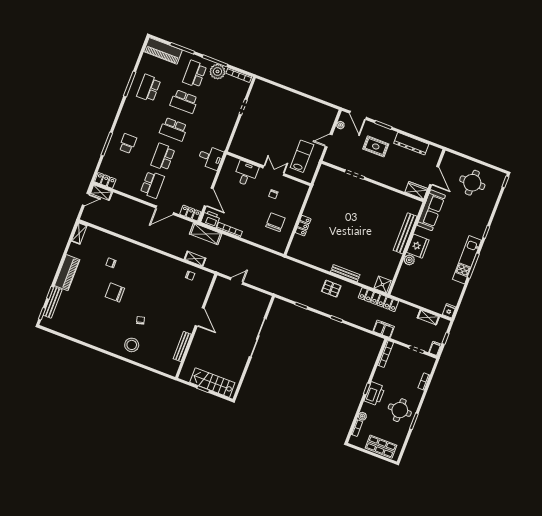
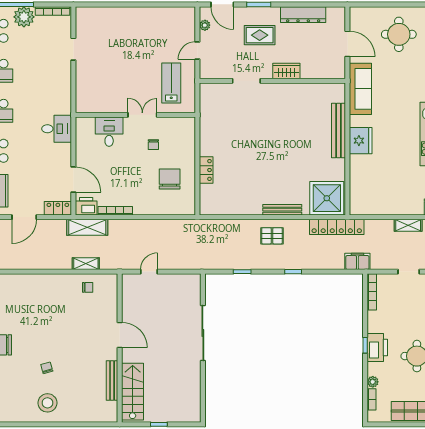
wardrobe: (416, 190) -> (286, 71), moved
plant: (409, 260) -> (356, 162), removed
shower: (382, 285) -> (327, 198), width x1.86, depth x1.86
stairs: (212, 383) -> (133, 392), moved, turned 90

